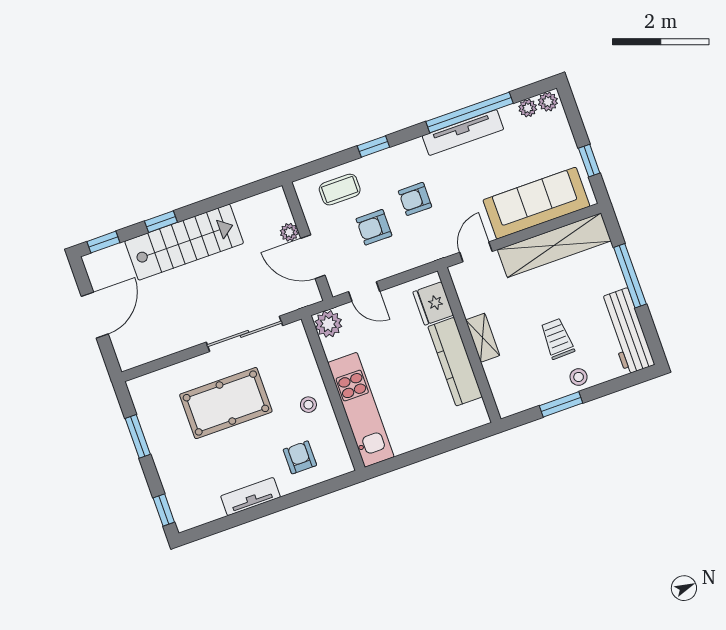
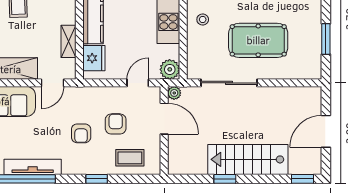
armchair: (415, 199) -> (81, 133), turned 90
window: (161, 222) -> (225, 179), moved
armchair: (374, 227) -> (116, 124), turned -90
plant: (289, 232) -> (174, 93), moved
door: (364, 291) -> (138, 83), hinge flipped
shelving: (483, 338) -> (69, 41), moved

